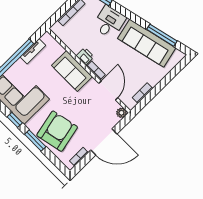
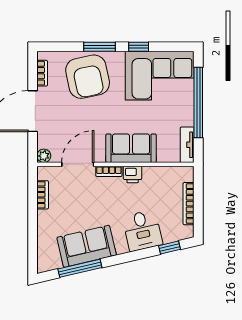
sofa: (147, 43) -> (87, 246), width x0.73
tv unit: (33, 51) -> (187, 145), moved
door: (108, 90) -> (78, 164), swing flipped

